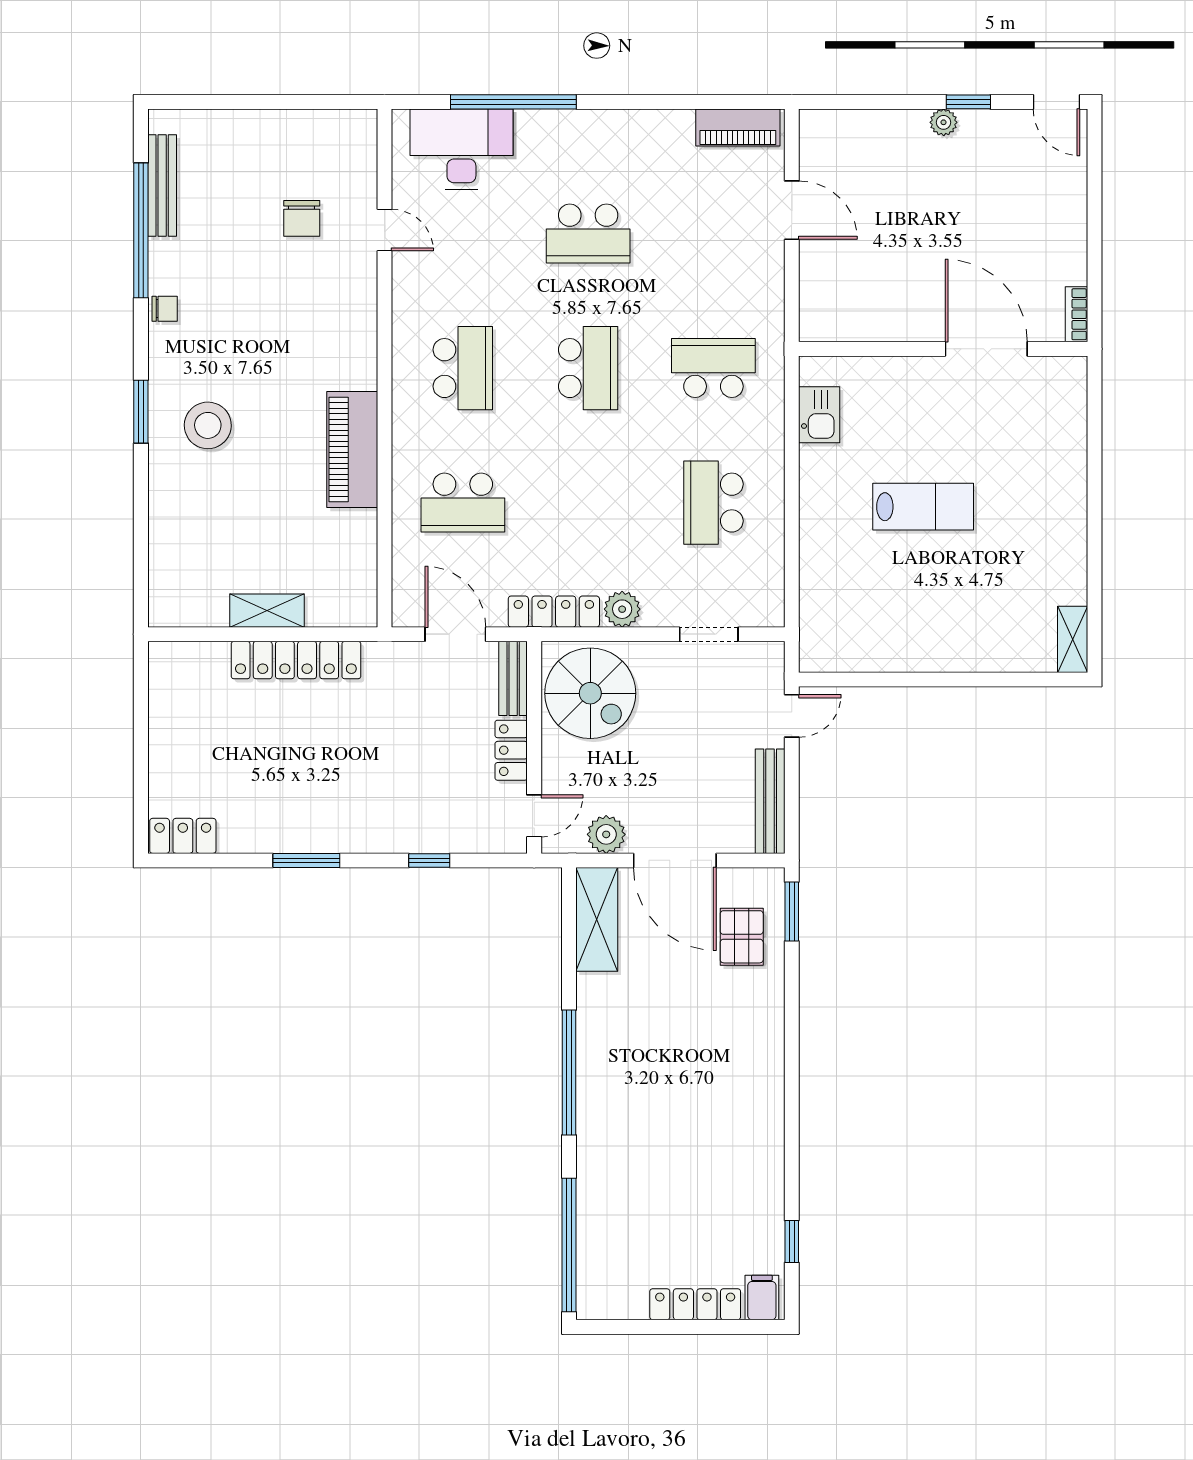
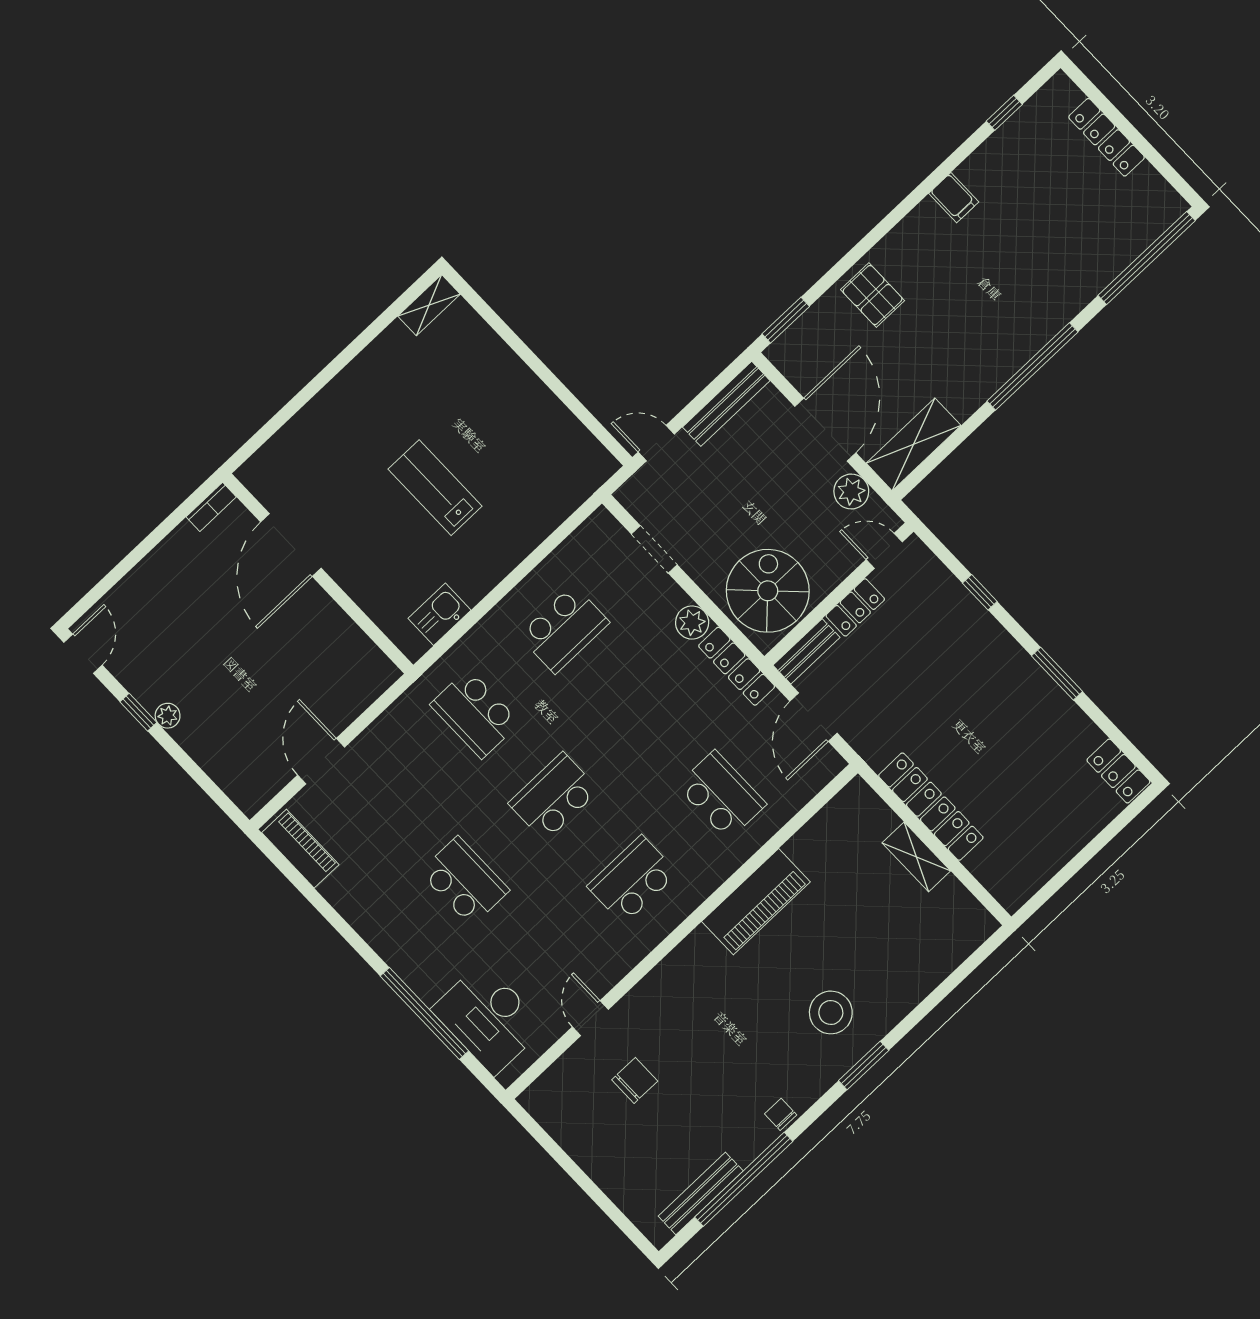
pallet: (742, 937) -> (873, 295), moved, turned 90
filing cabinet: (762, 1297) -> (954, 198), moved, turned -90

